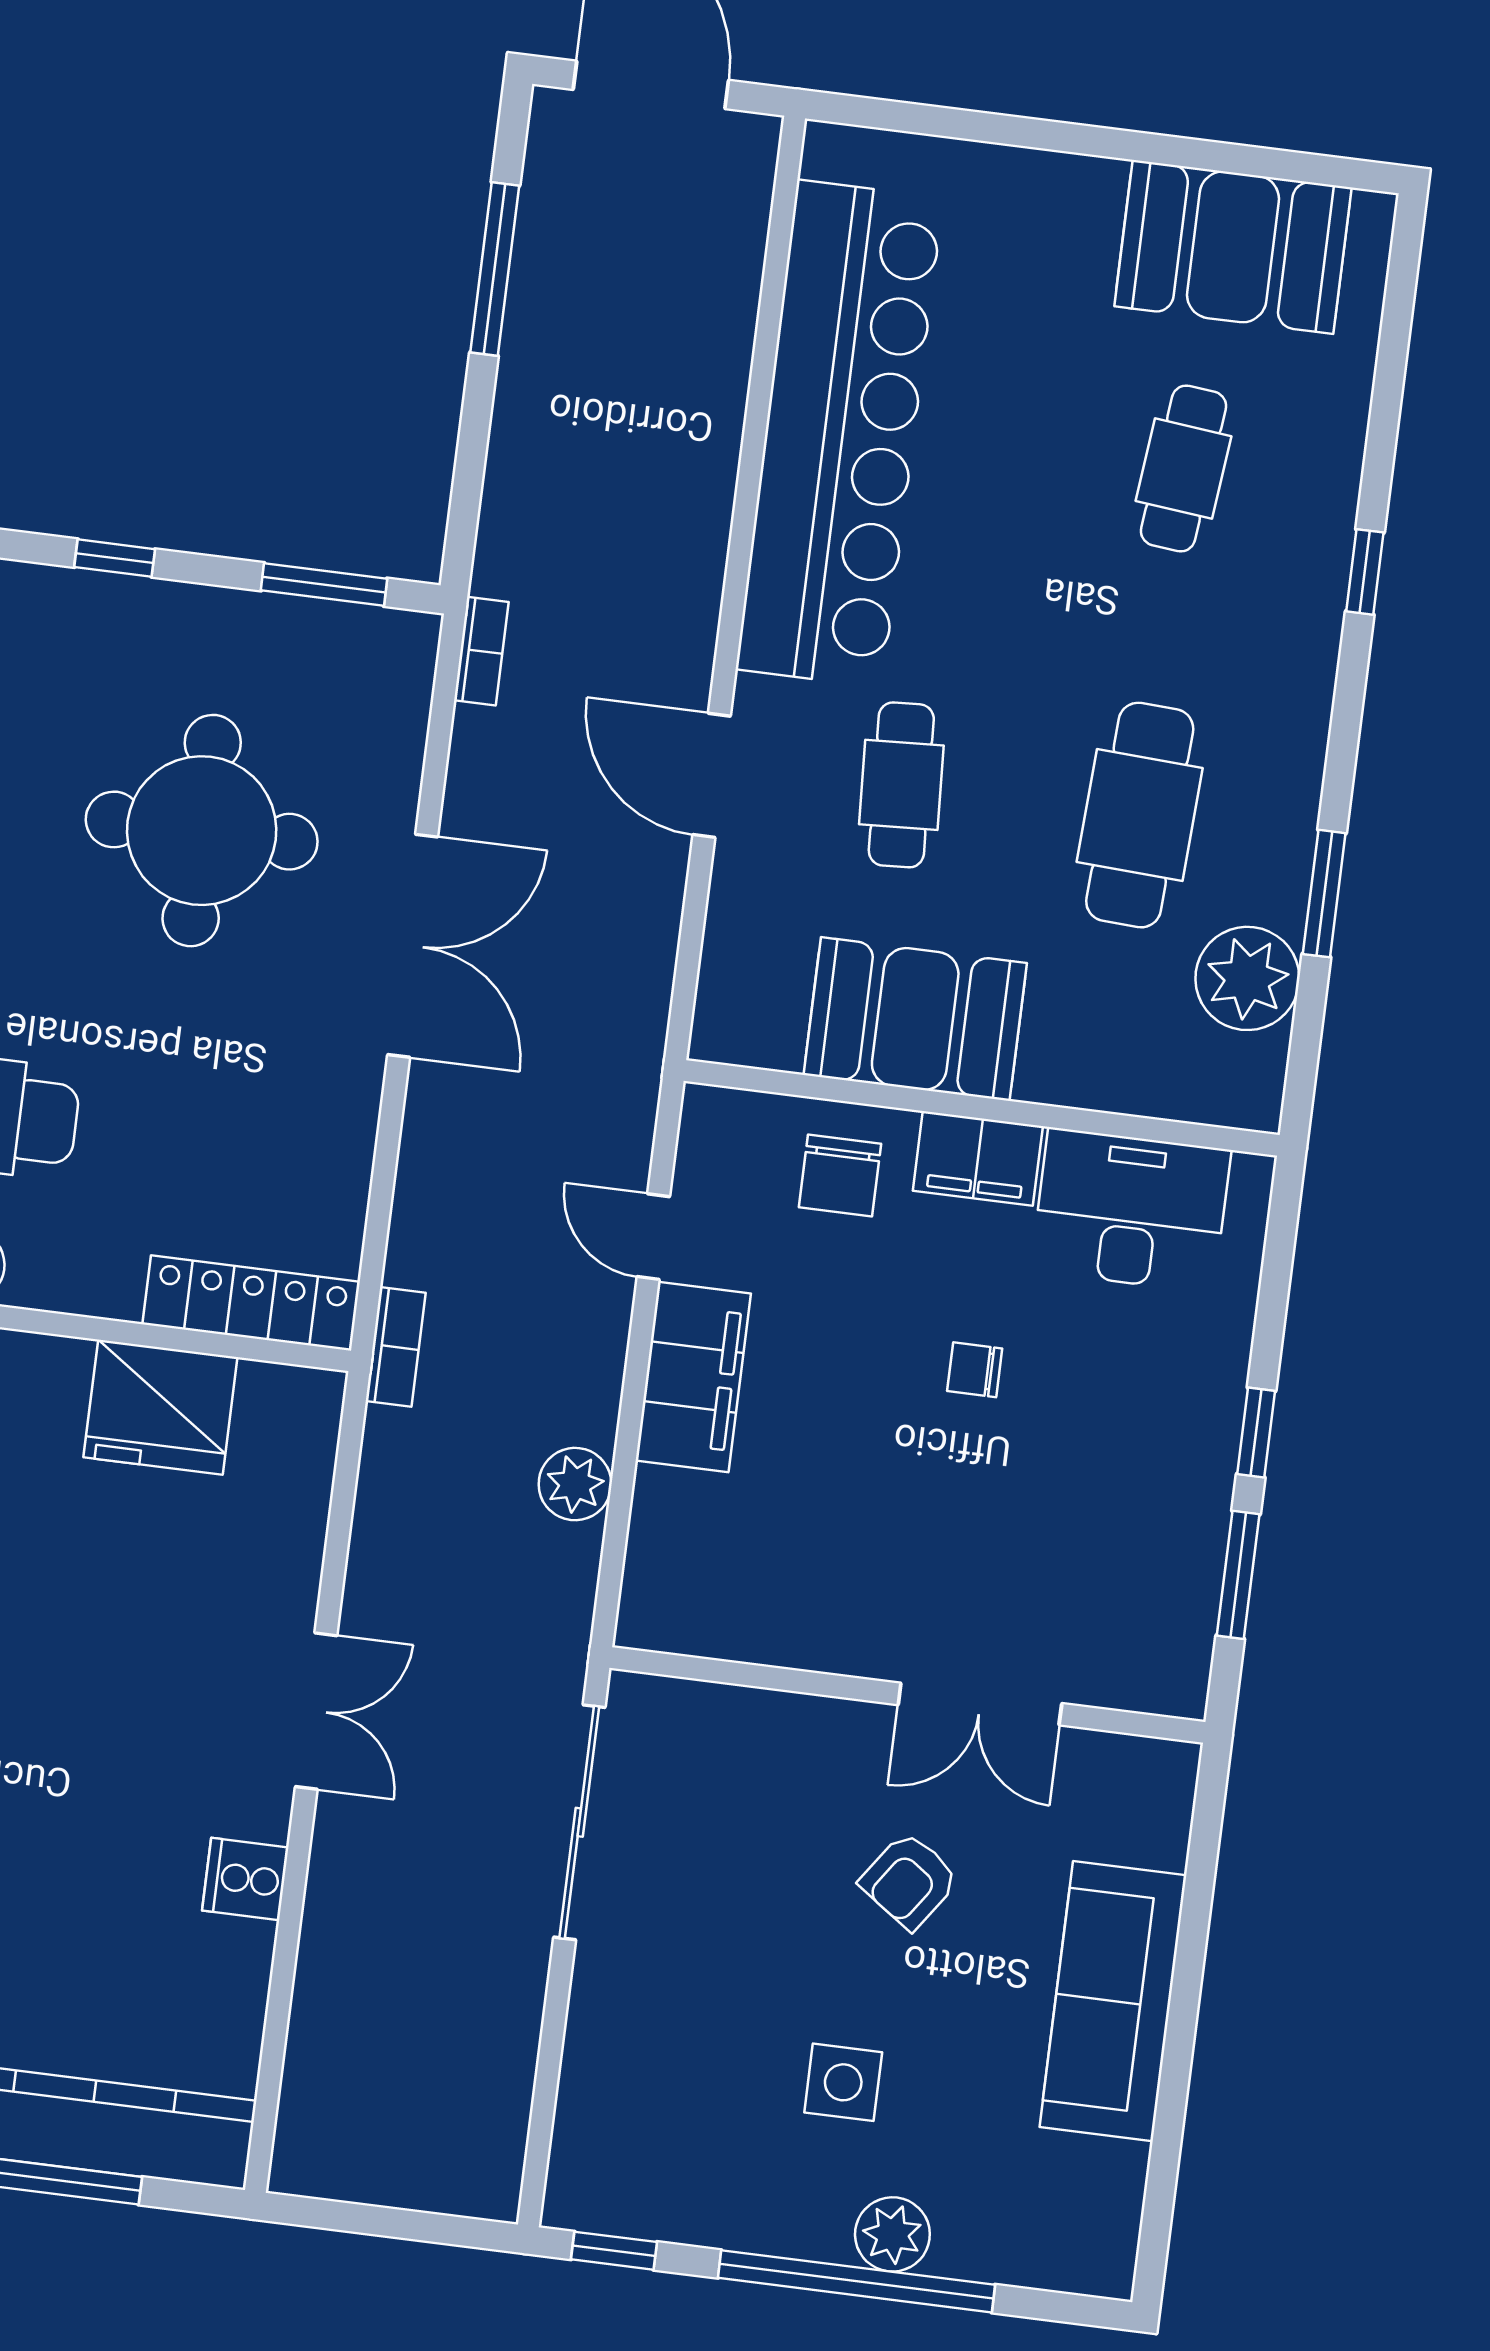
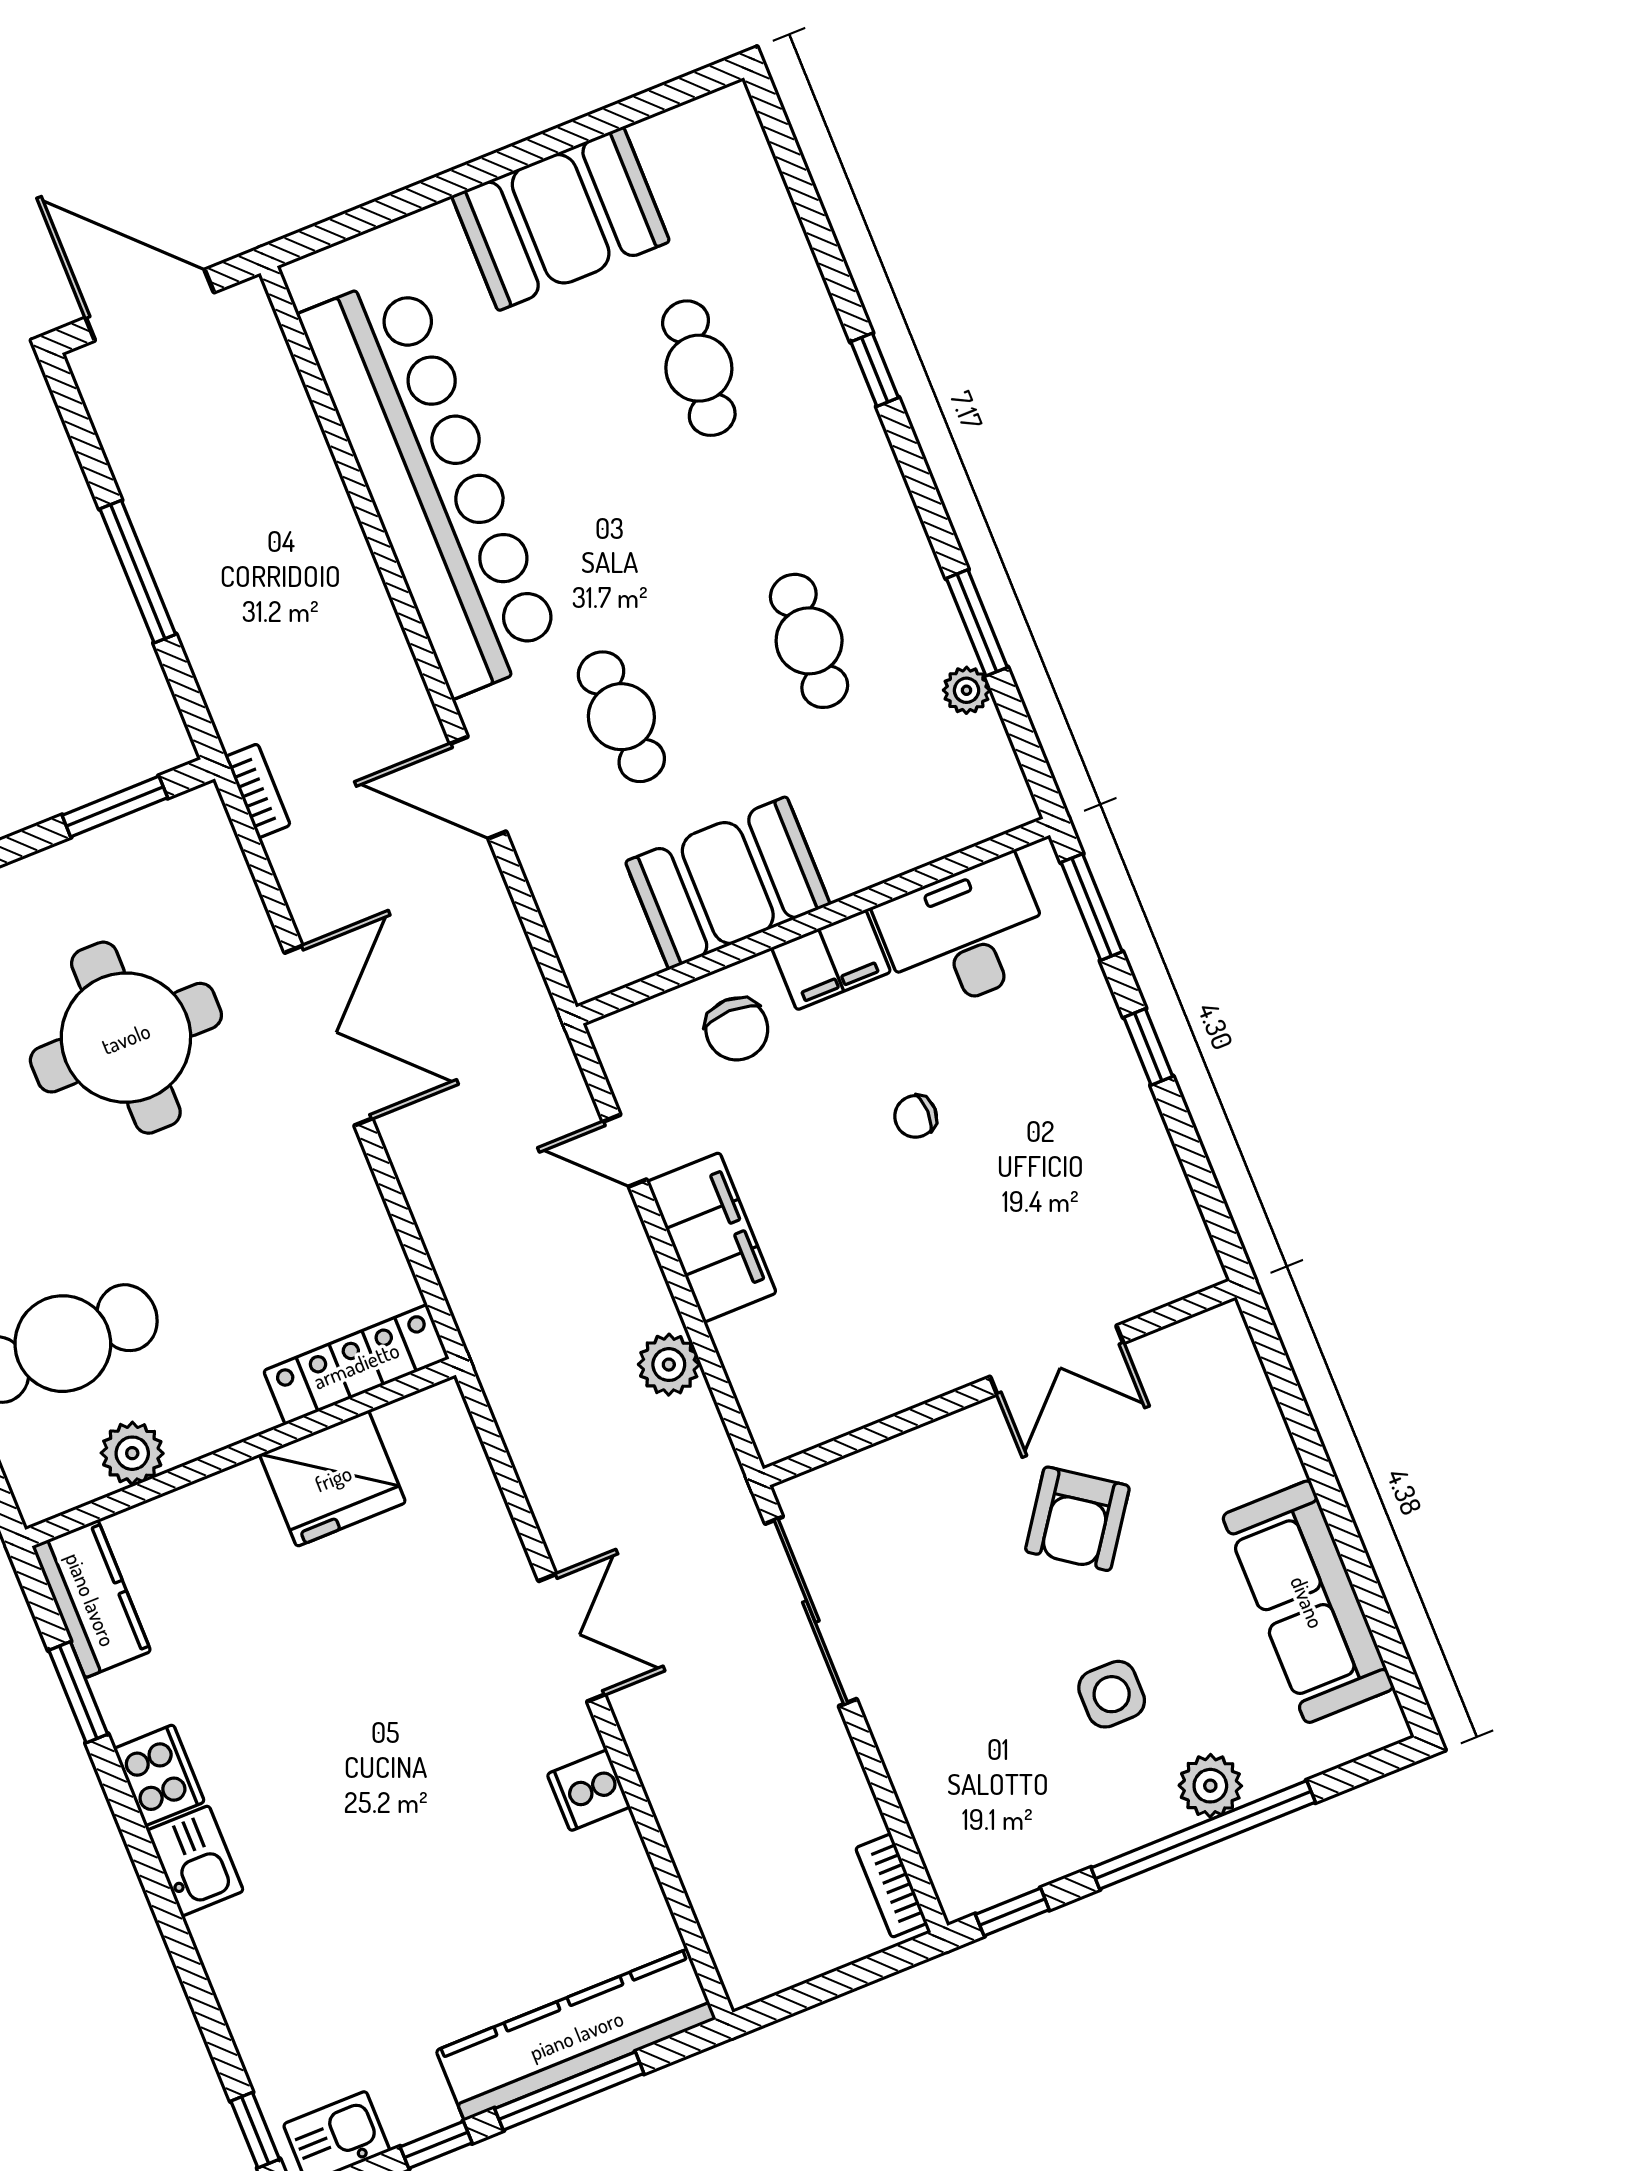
booth: (1233, 247) -> (561, 219), moved
window: (495, 269) -> (138, 572), moved
cafe table: (1140, 815) -> (809, 641), width x0.73, depth x0.74
plant: (1247, 978) -> (967, 690), width x0.53, depth x0.53
bookcase: (396, 1347) -> (891, 1886), moved, turned 180
window: (1238, 1575) -> (1092, 907), moved
armchair: (909, 1881) -> (1077, 1519), width x1.38, depth x1.38
sofa: (1113, 2001) -> (1308, 1602), moved

